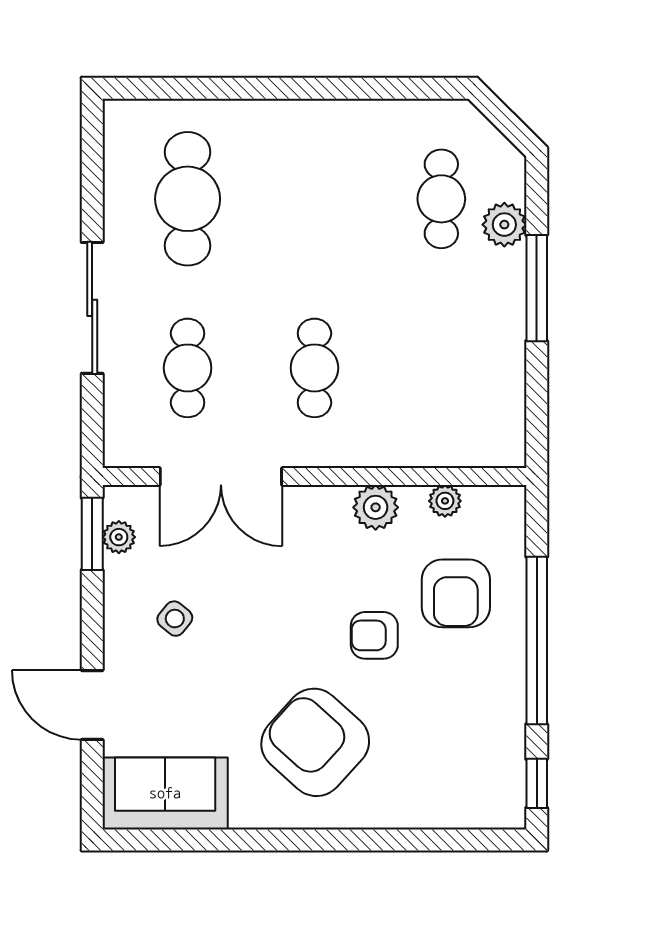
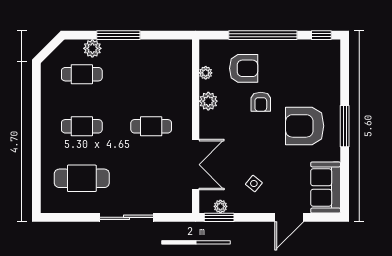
cafe table: (188, 368) -> (82, 126), moved
armchair: (315, 742) -> (305, 126), turned 48
window: (315, 840) -> (345, 126), added

